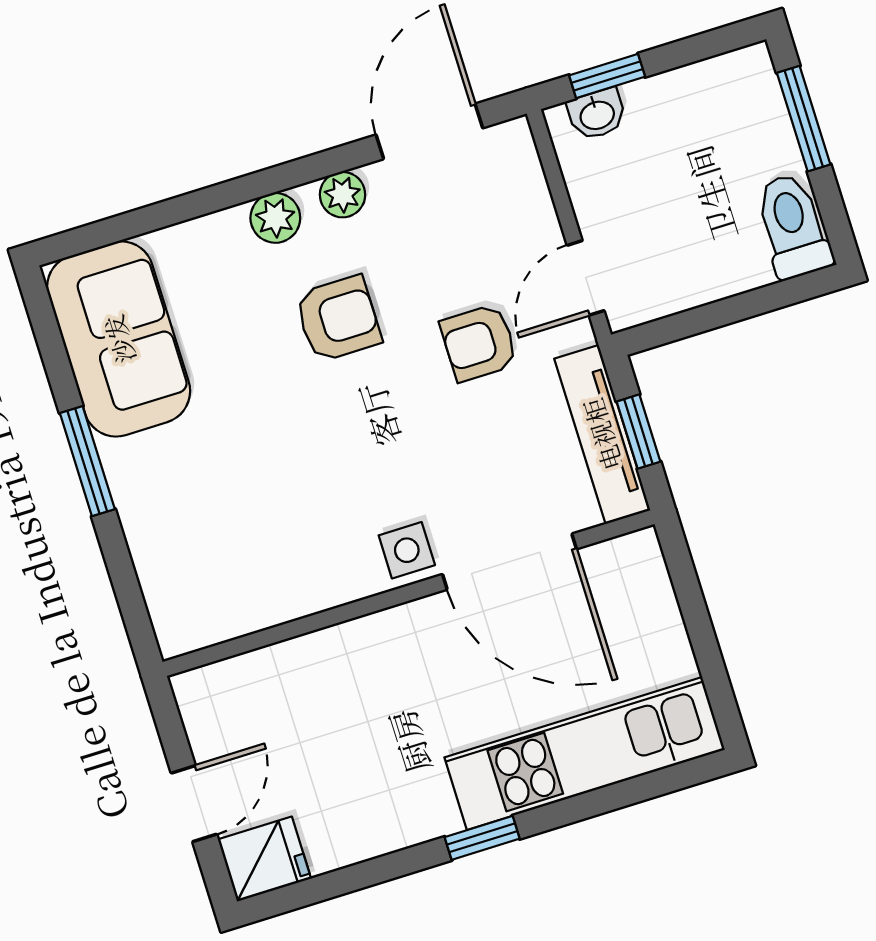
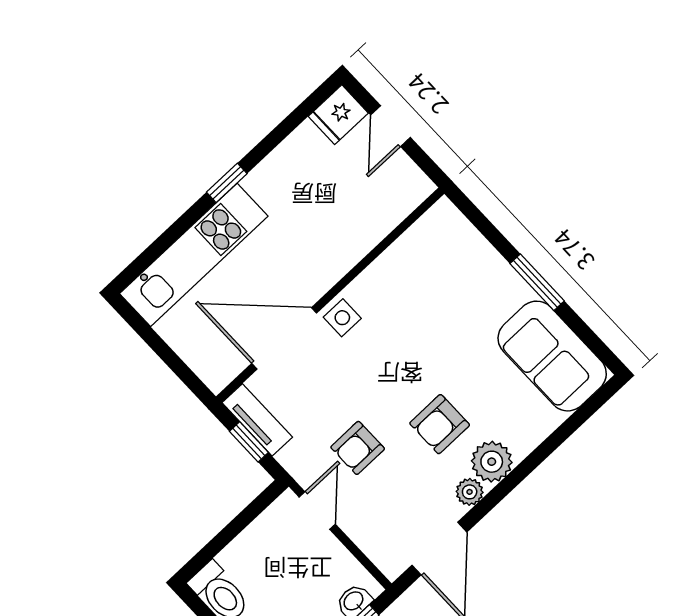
plant: (275, 218) -> (492, 462), width x1.38, depth x1.38
armchair: (479, 343) -> (358, 448), turned 180
tv unit: (602, 434) -> (257, 420), width x0.71

